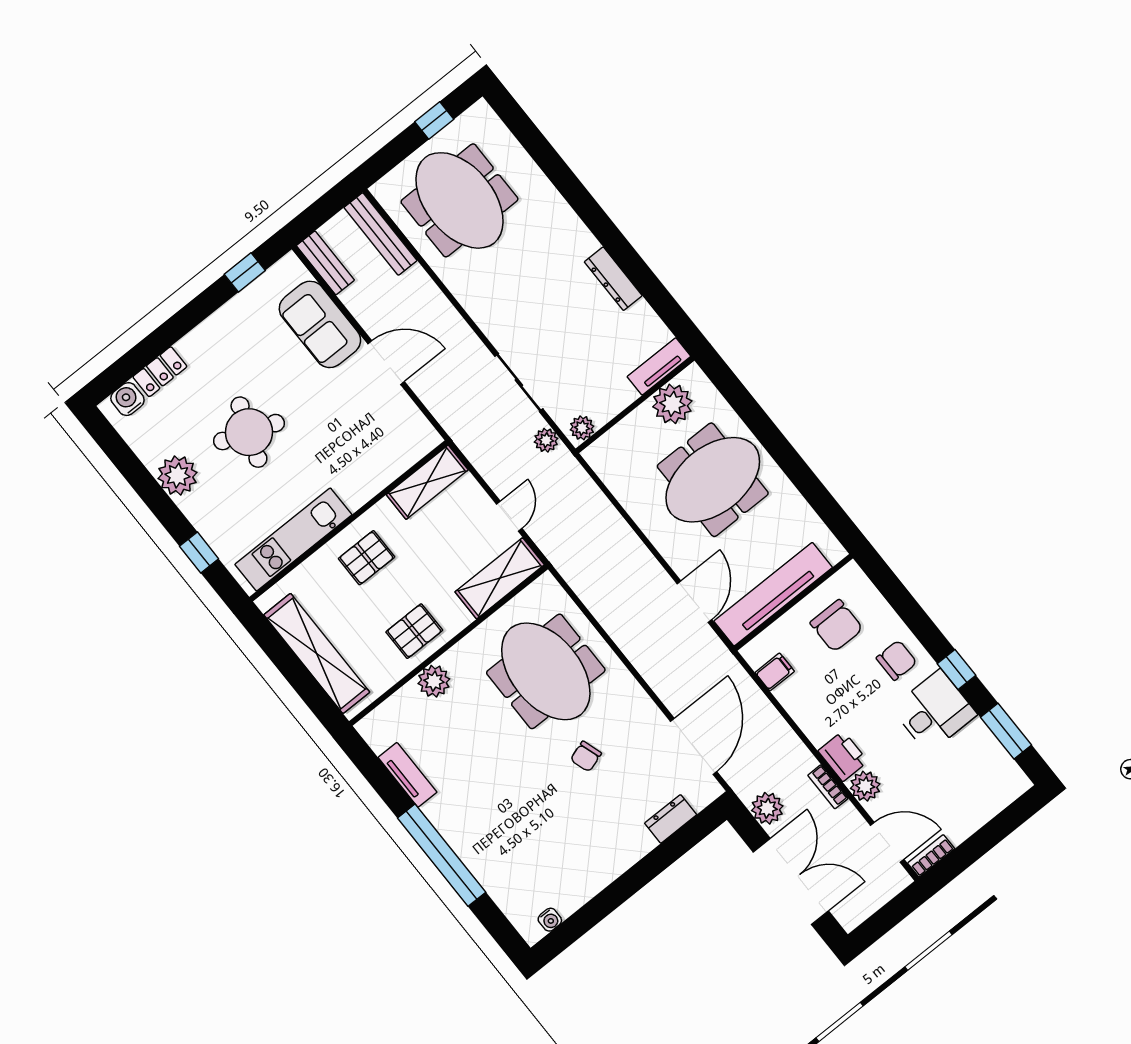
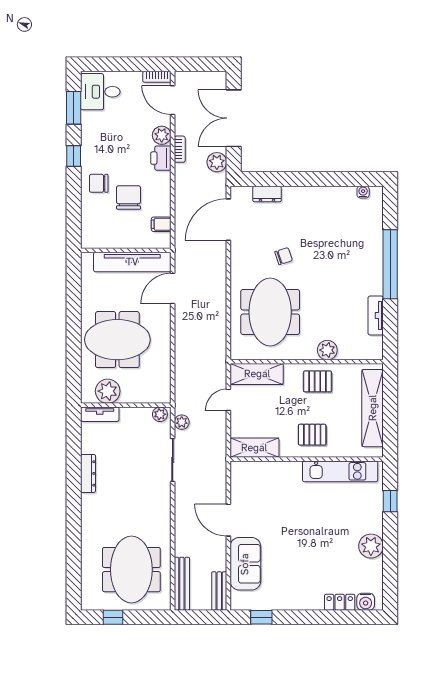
round table: (249, 432) -> (320, 539), removed
chair: (837, 626) -> (128, 198), moved
desk: (934, 711) -> (100, 92), moved

